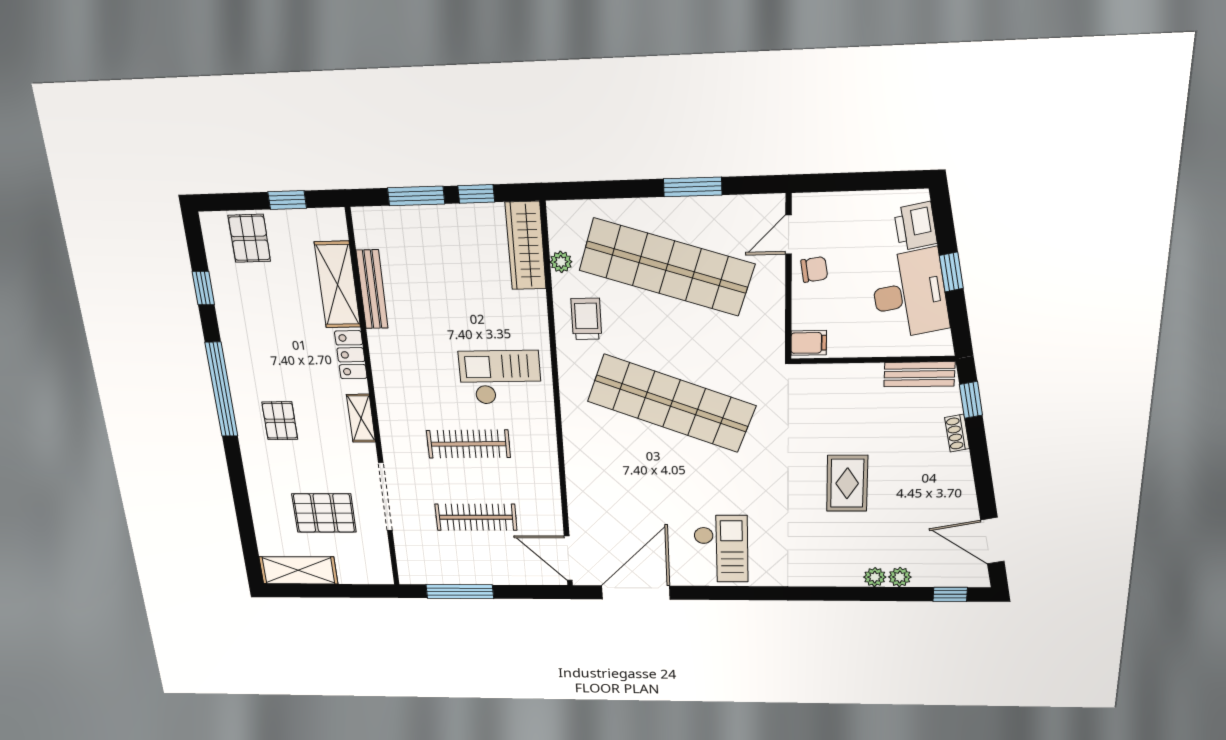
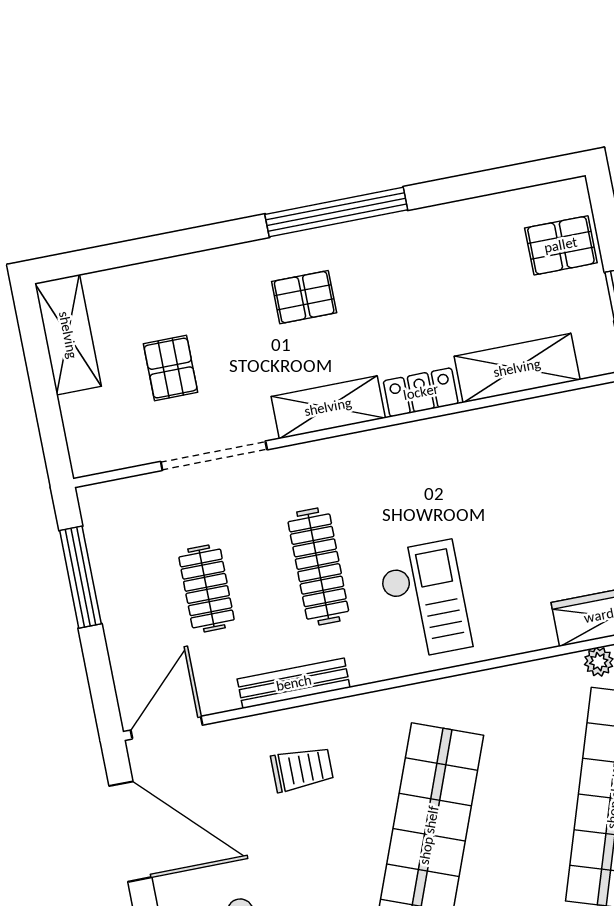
window: (203, 288) -> (481, 184), removed
bench: (372, 289) -> (294, 683), moved
trolley: (586, 319) -> (302, 769), moved
shelving: (361, 418) -> (328, 407), width x1.50, depth x1.33
pallet: (324, 513) -> (171, 368), width x0.67, depth x0.71
clothes rail: (476, 517) -> (206, 588), width x0.73

